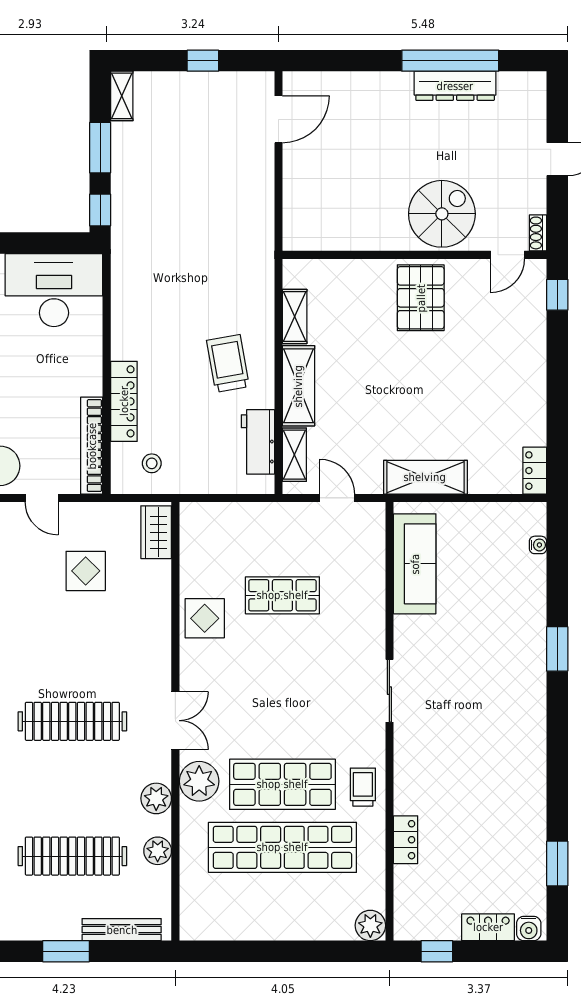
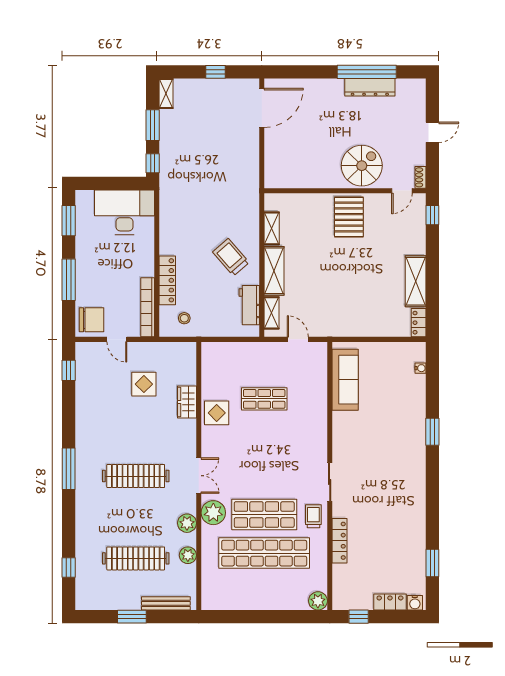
door: (278, 119) -> (262, 108), width x1.36
trolley: (228, 363) -> (231, 257), turned -31
shelving: (425, 477) -> (416, 281), moved, turned 90
wardrobe: (156, 532) -> (187, 402), moved
sliding door: (389, 691) -> (330, 482), moved
locker: (406, 840) -> (340, 541), width x1.53

